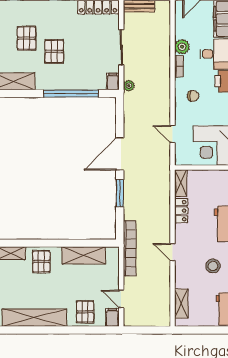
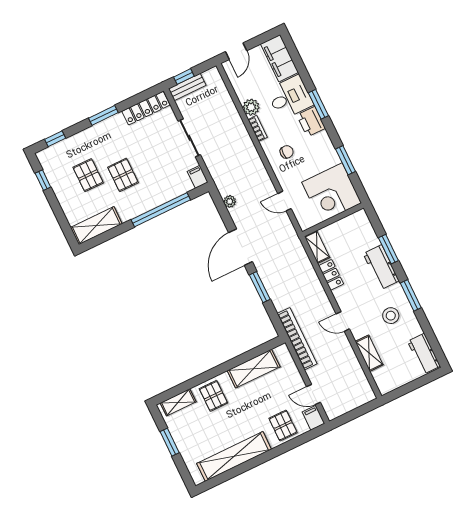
plant: (129, 86) -> (230, 201), moved
shelving: (181, 304) -> (369, 353), moved

